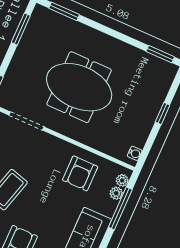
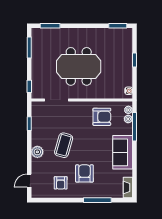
armchair: (80, 173) -> (102, 117), turned -90

